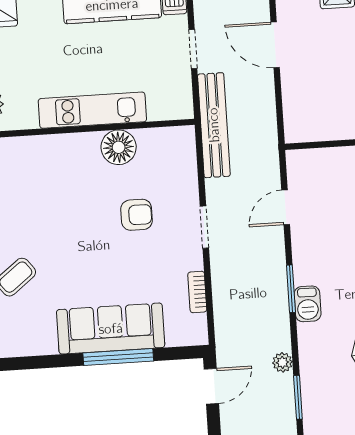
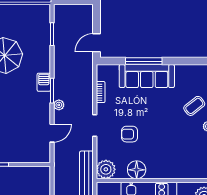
plant: (178, 144) -> (106, 169), added
plant: (282, 362) -> (59, 105), moved

